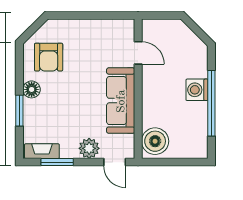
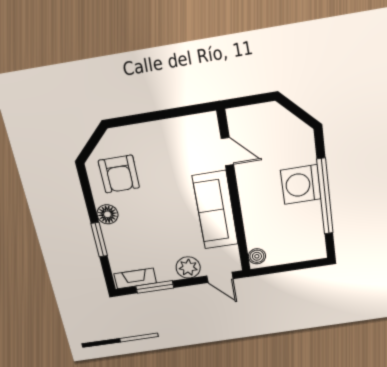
washing machine: (197, 90) -> (301, 185), width x1.37, depth x1.37
boiler: (155, 141) -> (257, 256), width x0.54, depth x0.54

